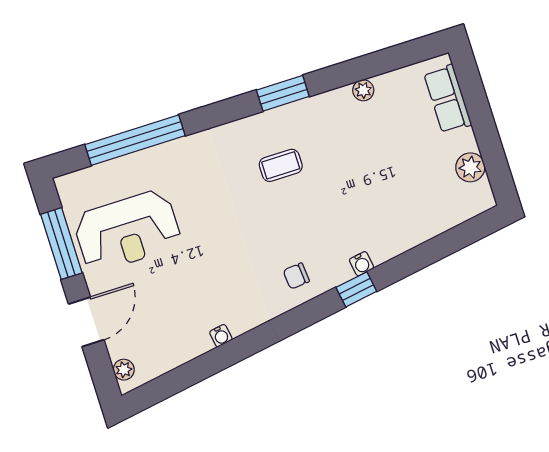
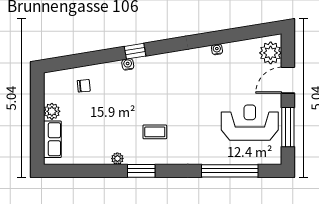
plant: (363, 90) -> (117, 159), moved
plant: (470, 167) -> (52, 111), moved
chair: (296, 276) -> (84, 86), moved
plant: (124, 370) -> (271, 53), width x1.88, depth x1.88

